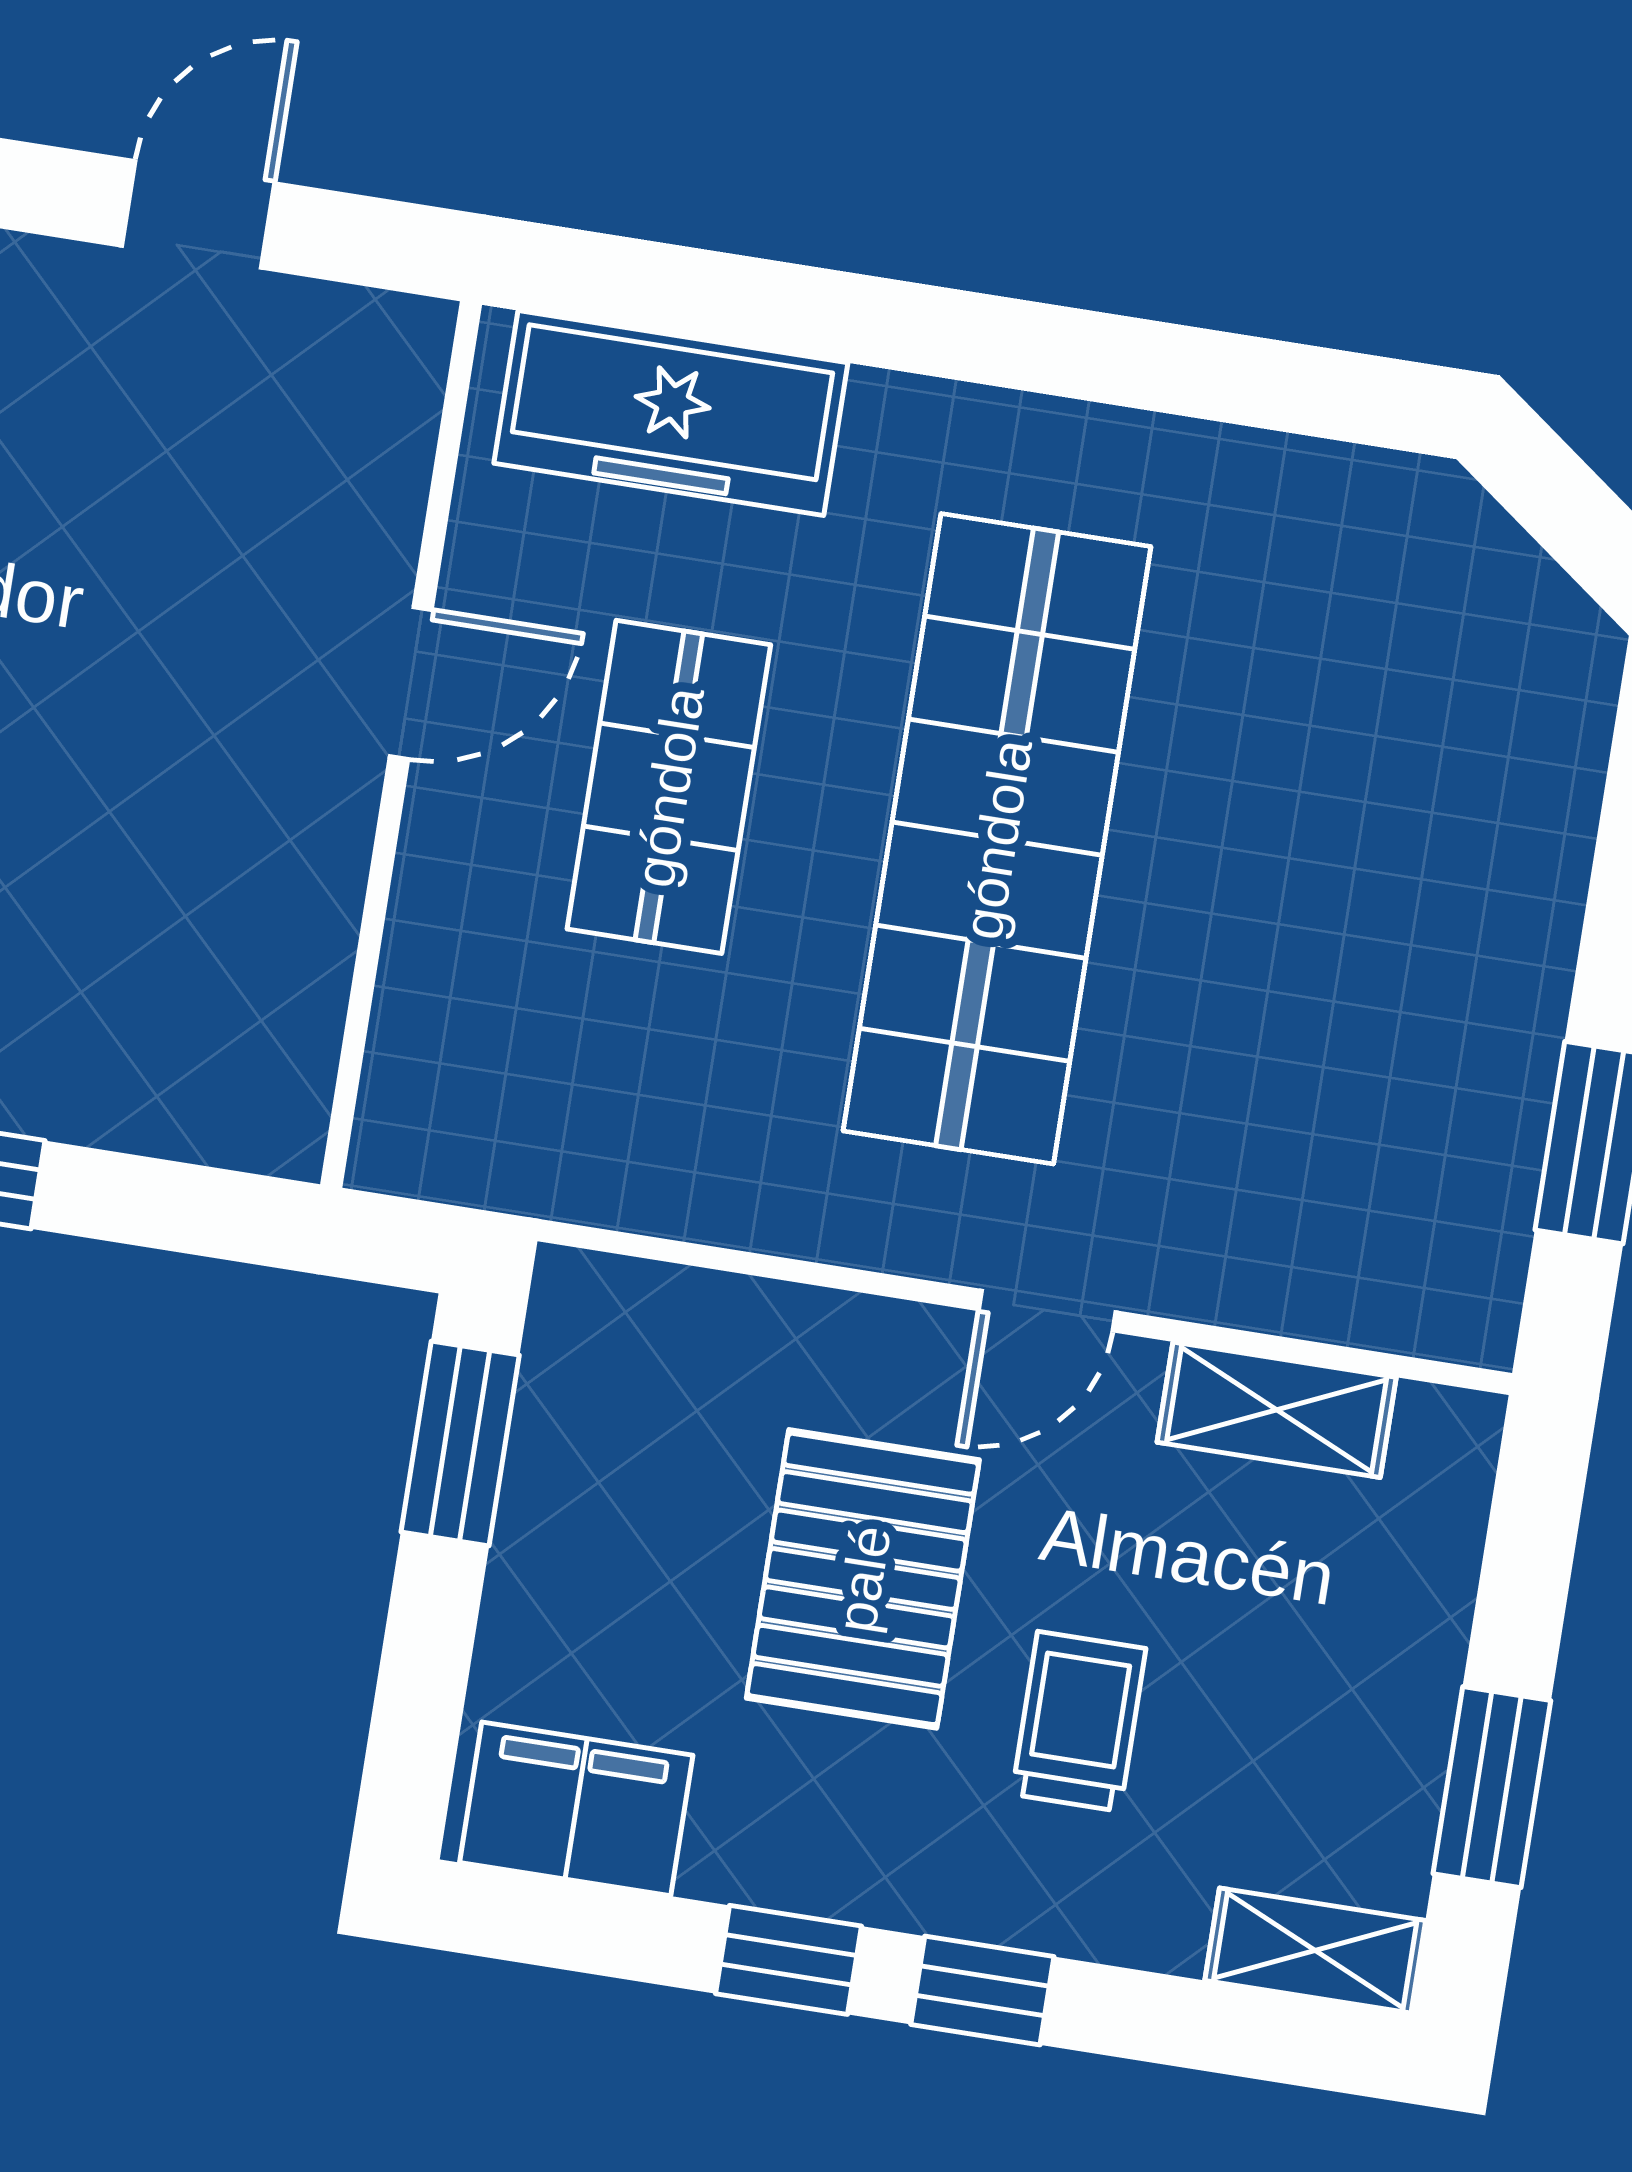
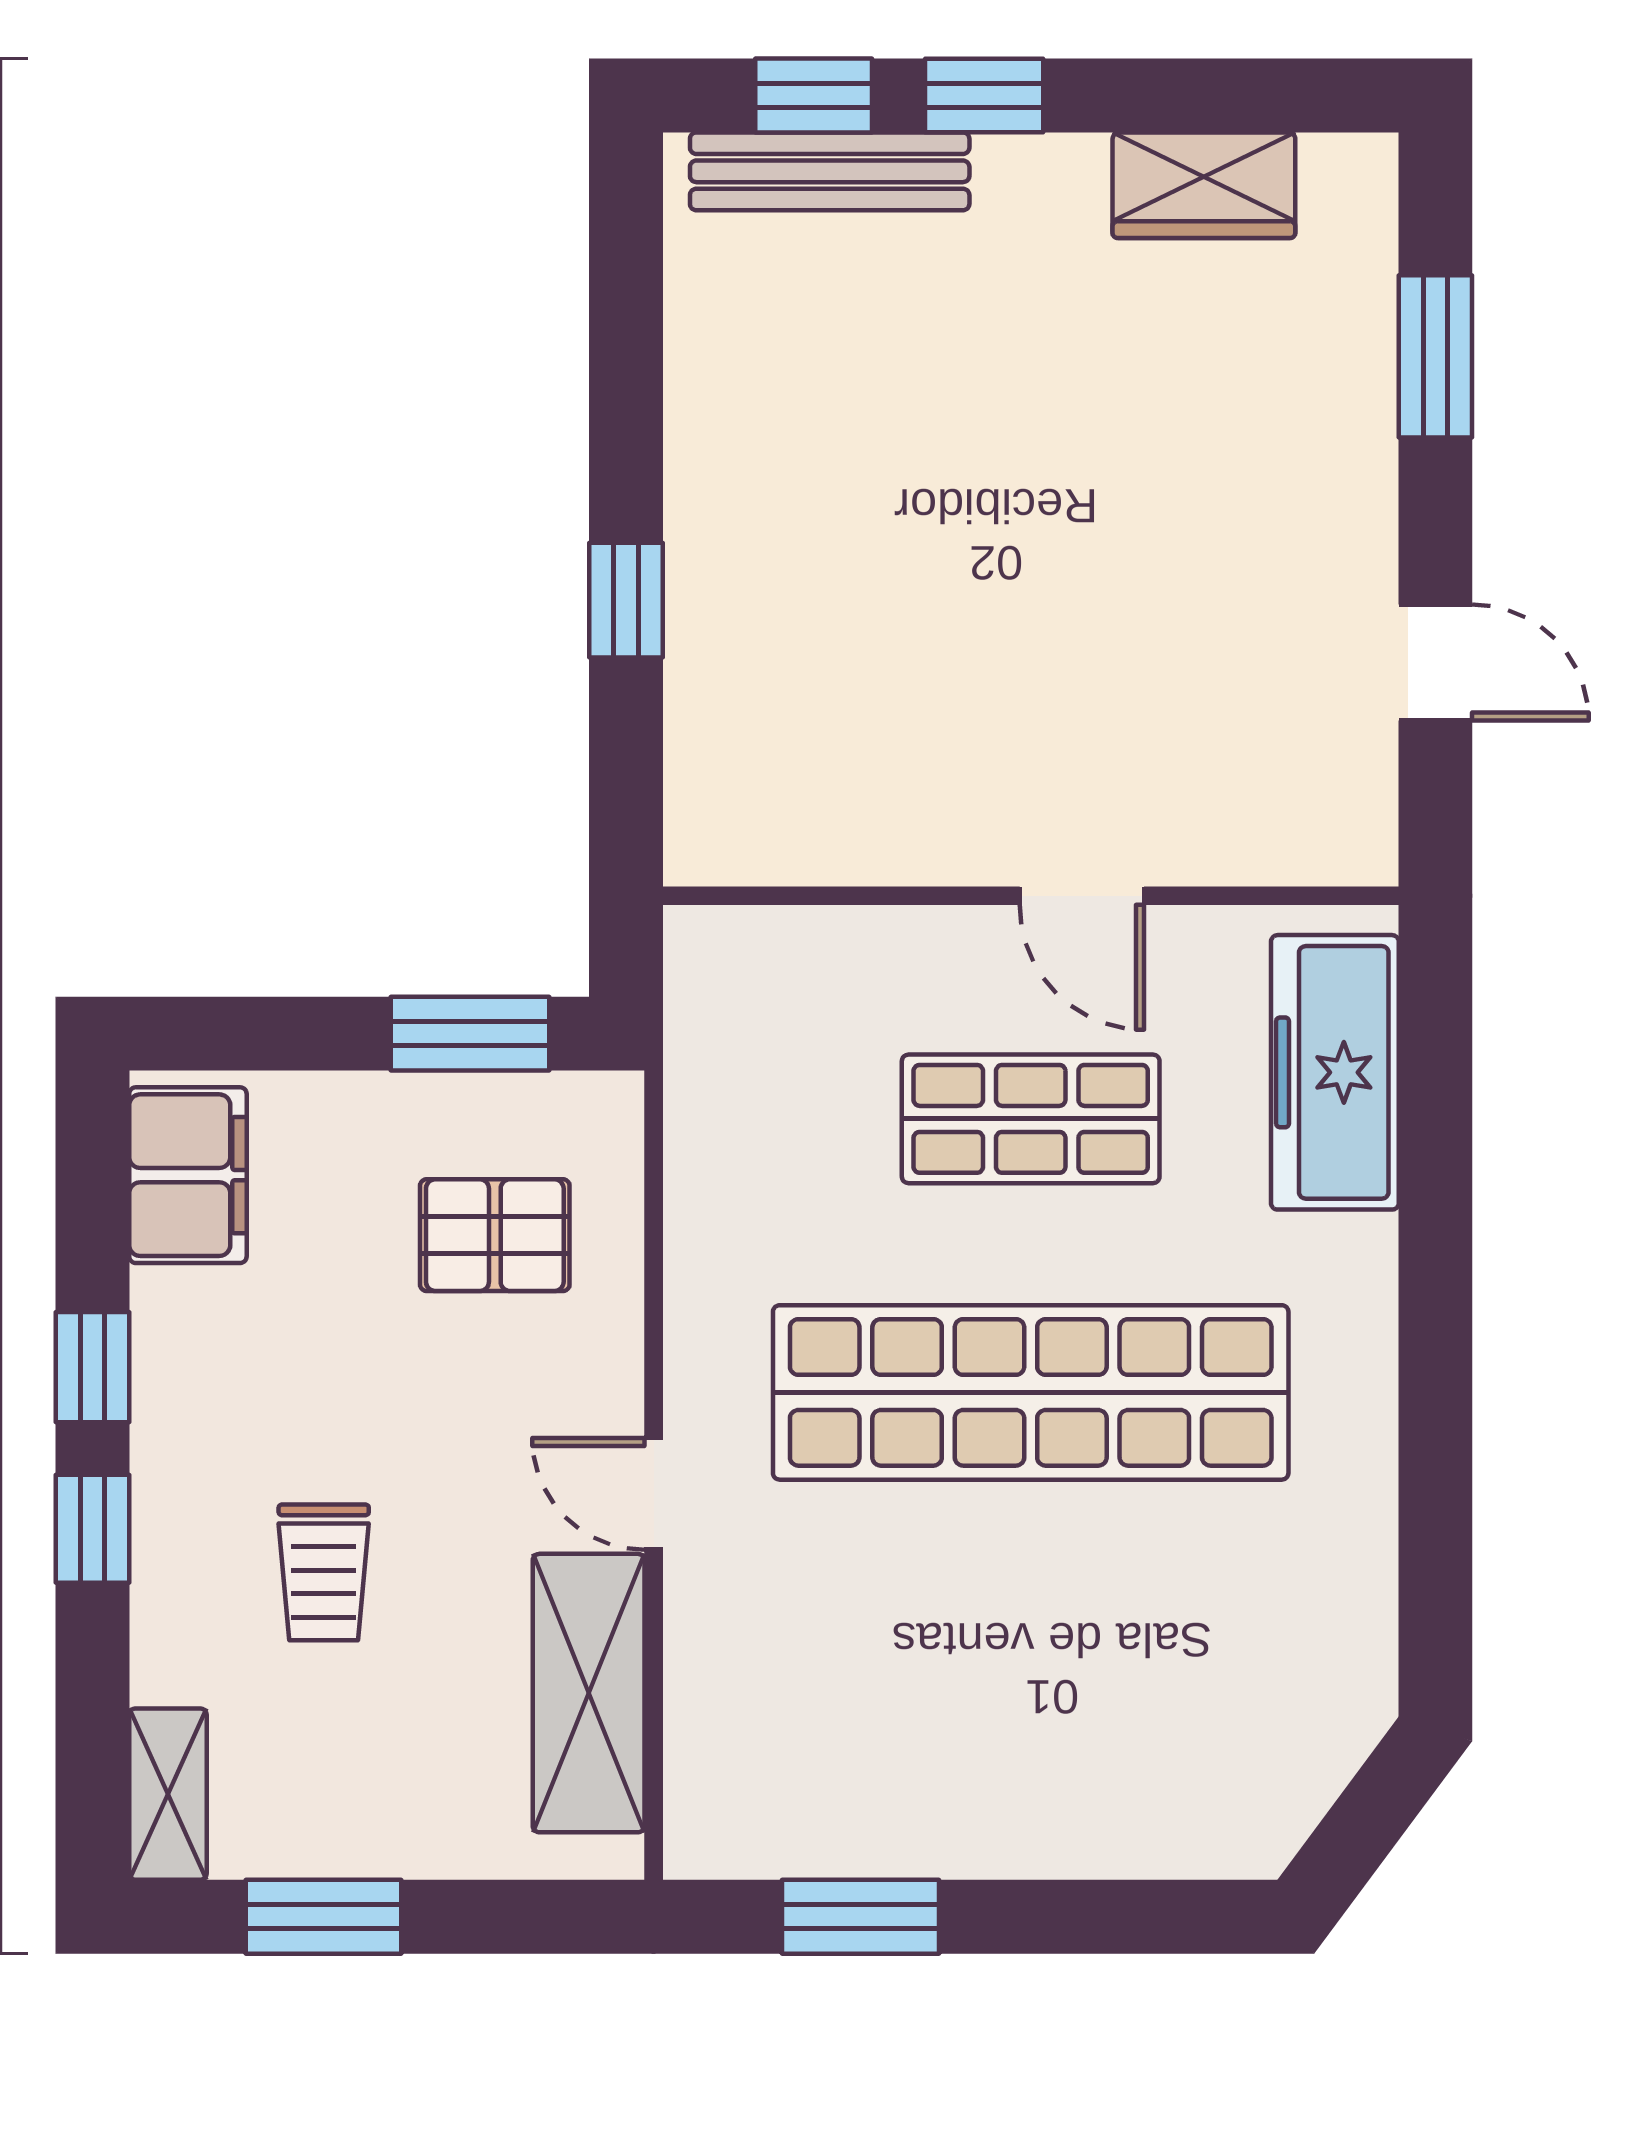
shelving: (1277, 1410) -> (589, 1693), width x1.50, depth x1.33
pallet: (863, 1579) -> (495, 1235), moved, width x0.67, depth x0.71
trolley: (1079, 1721) -> (324, 1572), turned 90

